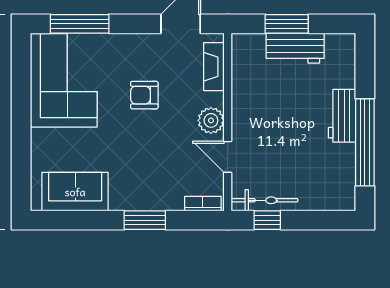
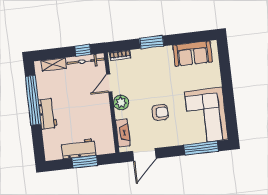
door: (228, 157) -> (109, 83), swing flipped
shelving: (321, 201) -> (54, 64), added

